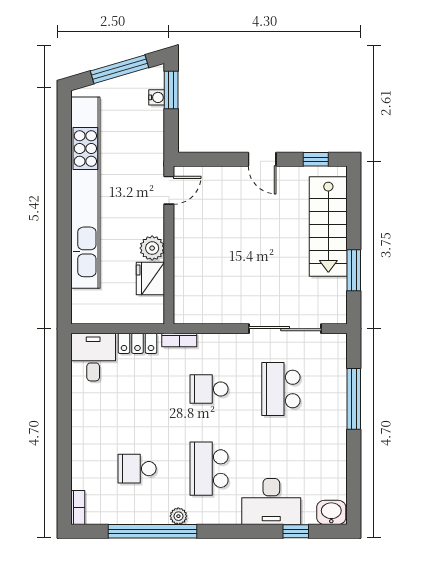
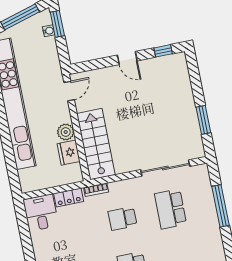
stairs: (328, 227) -> (96, 144), moved, turned 180

